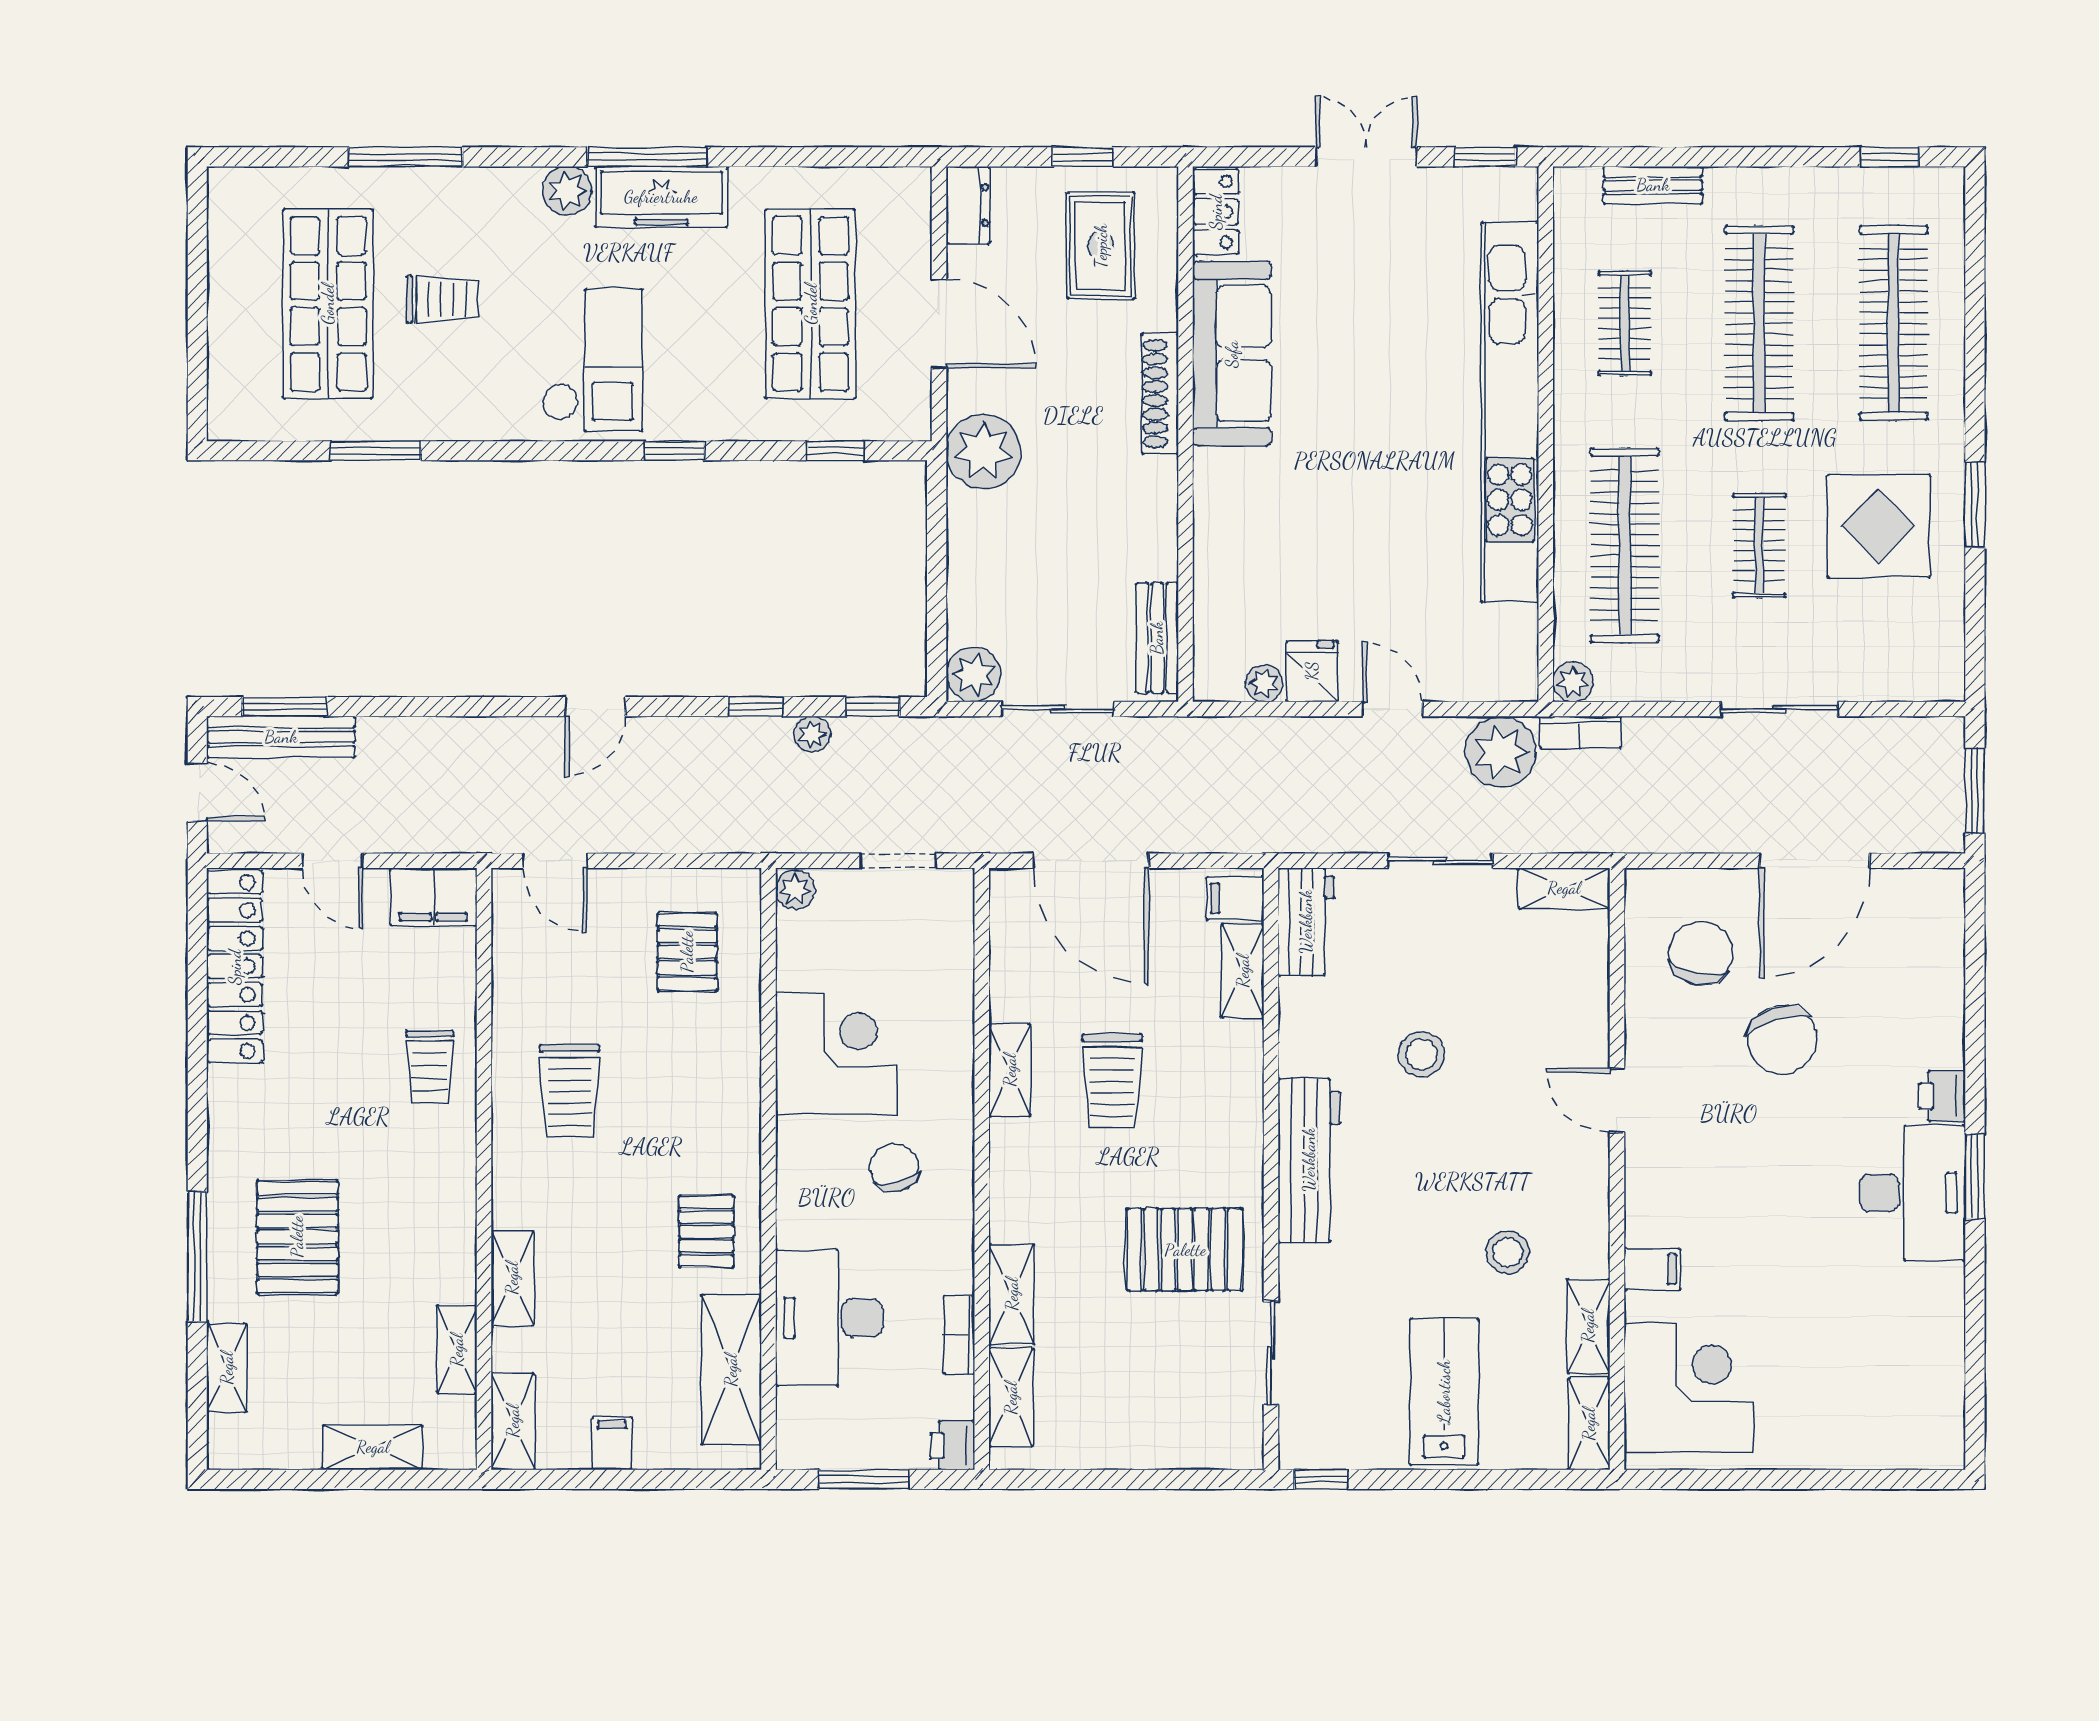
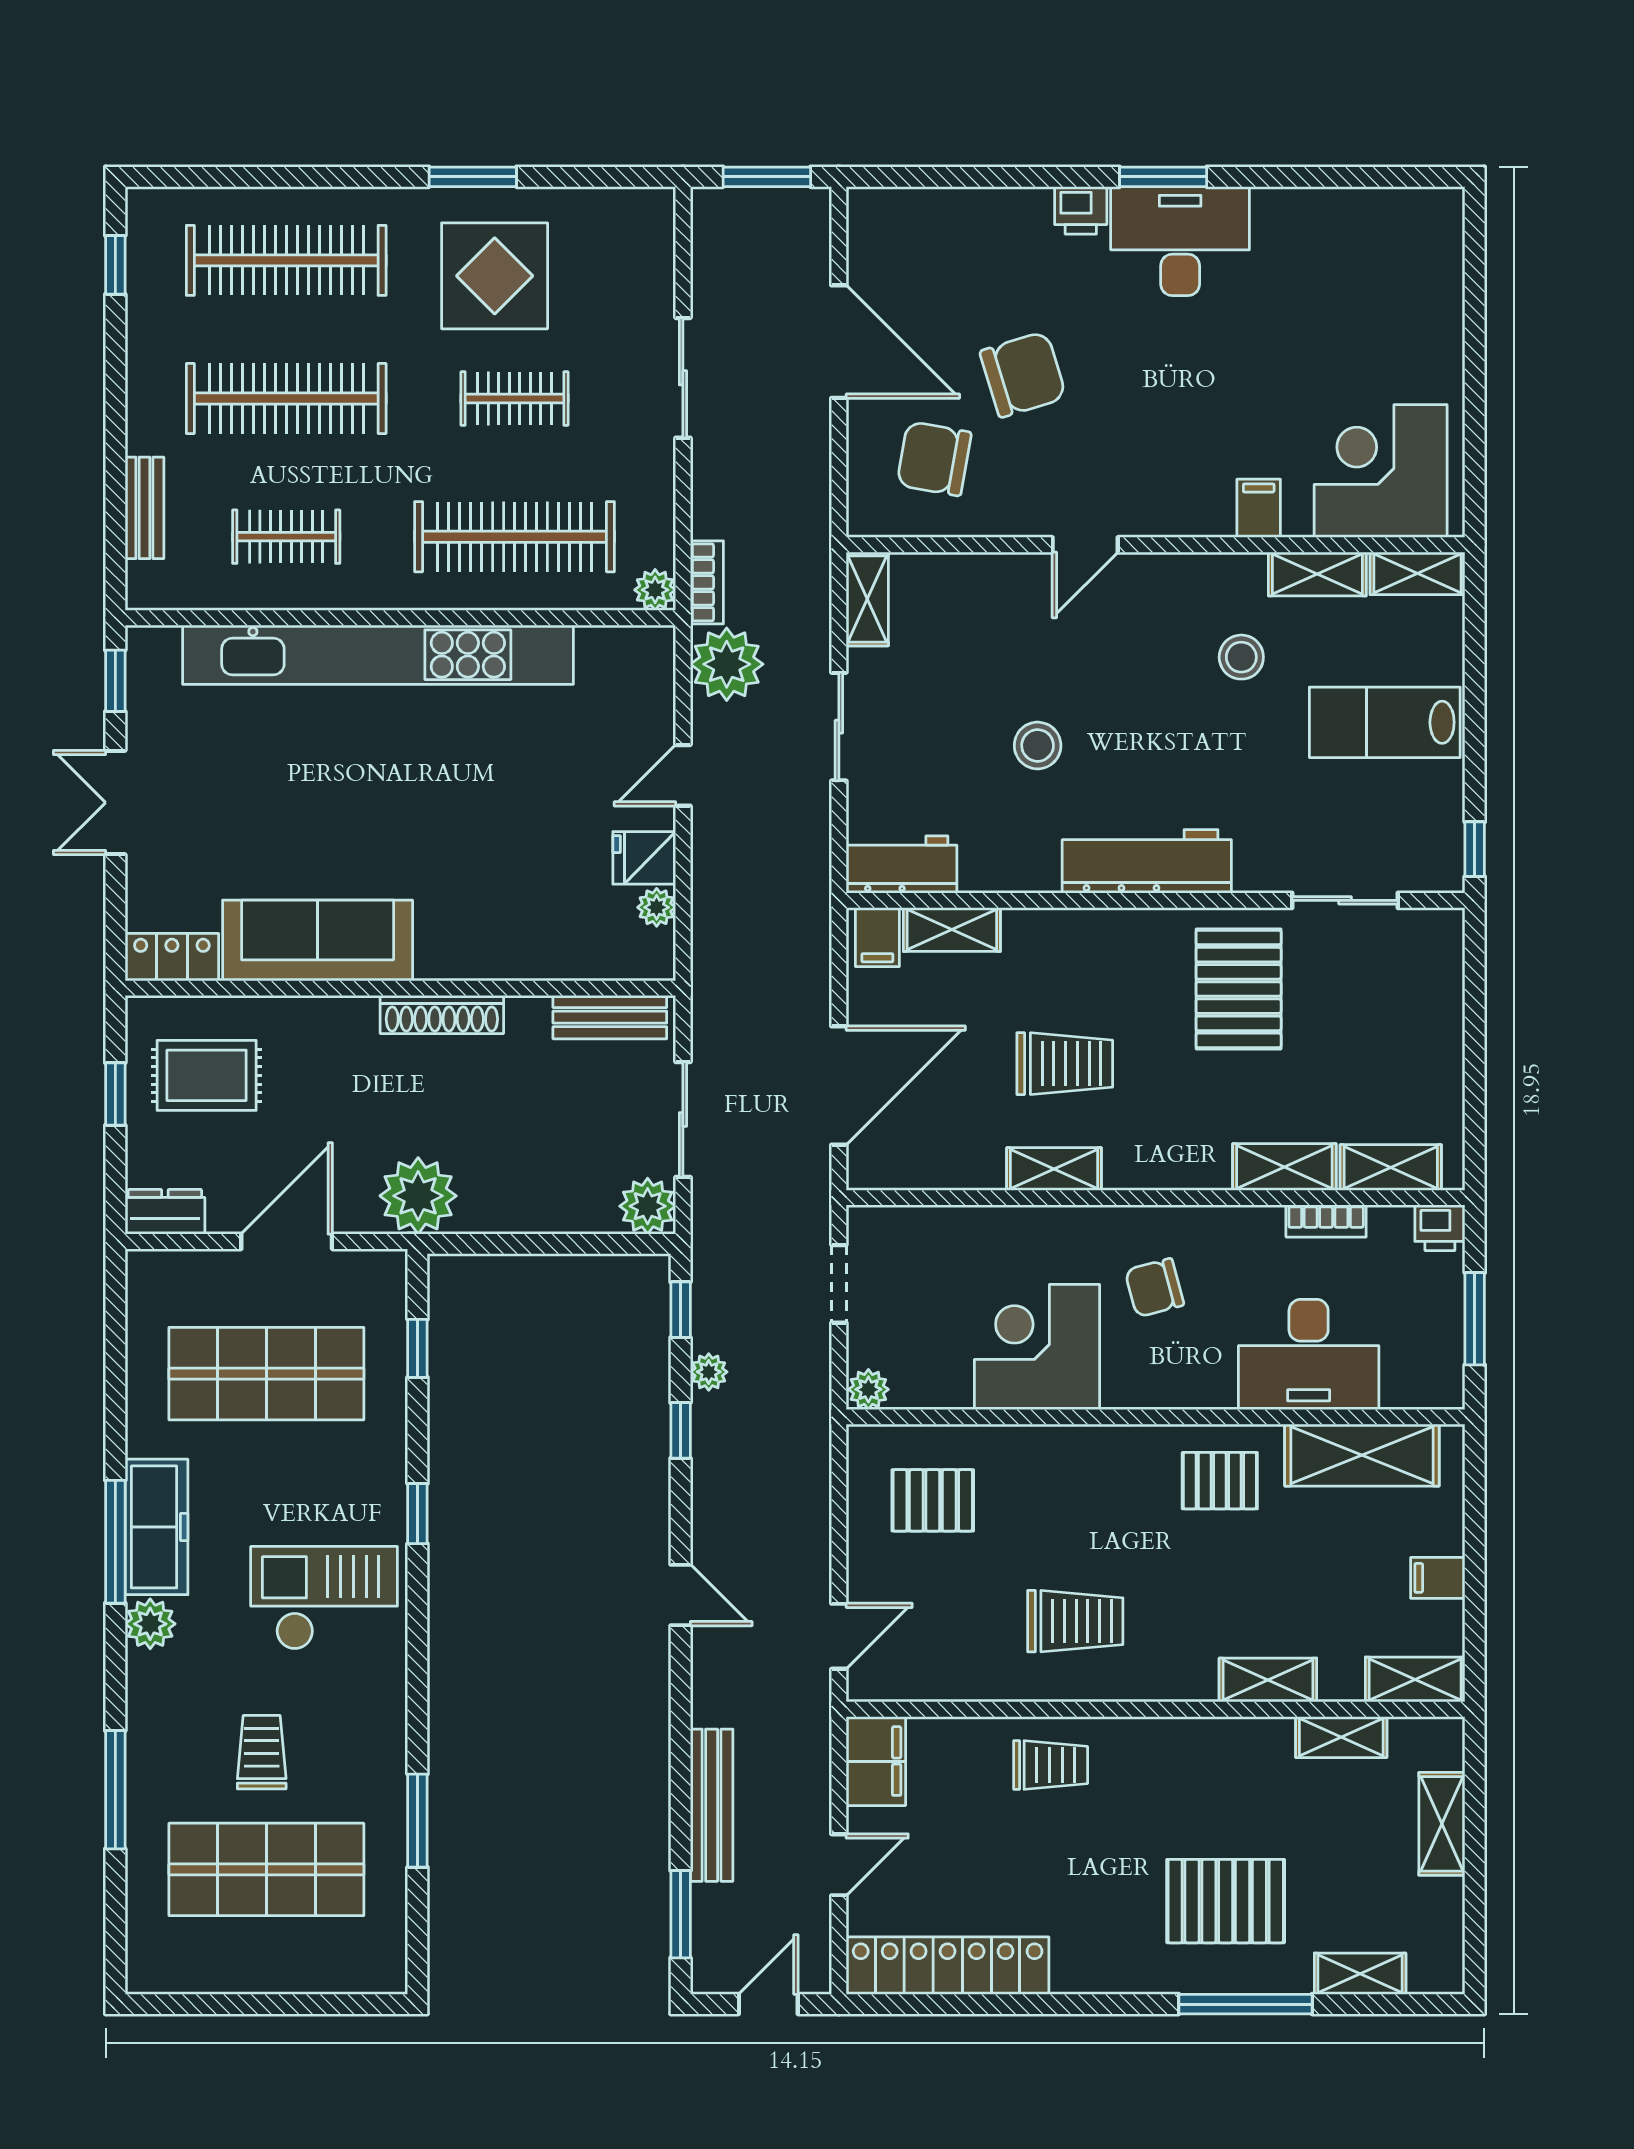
shoe rack: (1160, 394) -> (442, 1014), moved
bench: (281, 737) -> (712, 1805), moved

